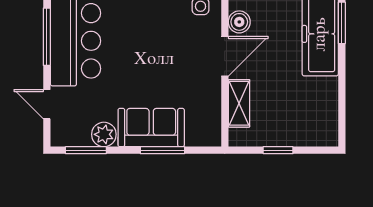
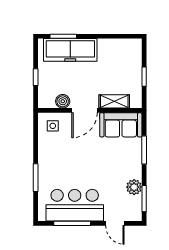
door: (225, 56) -> (84, 110), swing flipped
door: (47, 104) -> (115, 223), hinge flipped
sofa: (151, 128) -> (121, 125), moved, turned -90

